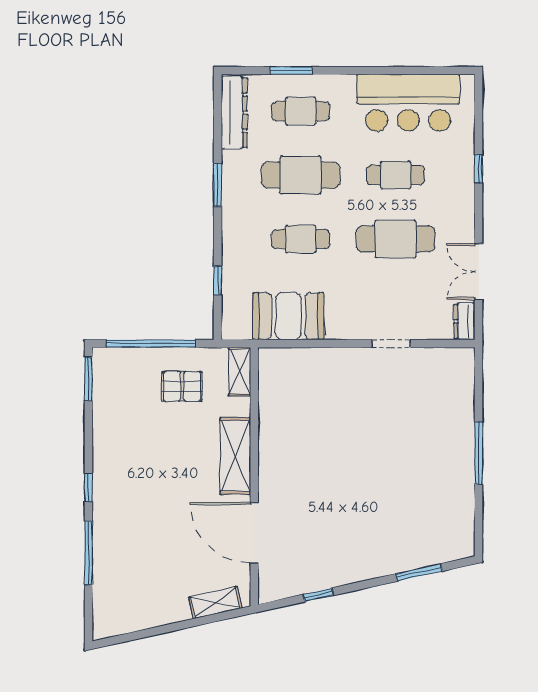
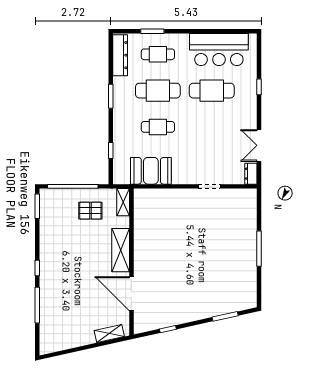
cafe table: (396, 175) -> (212, 91), width x1.37, depth x1.35
cafe table: (396, 239) -> (212, 127), removed

